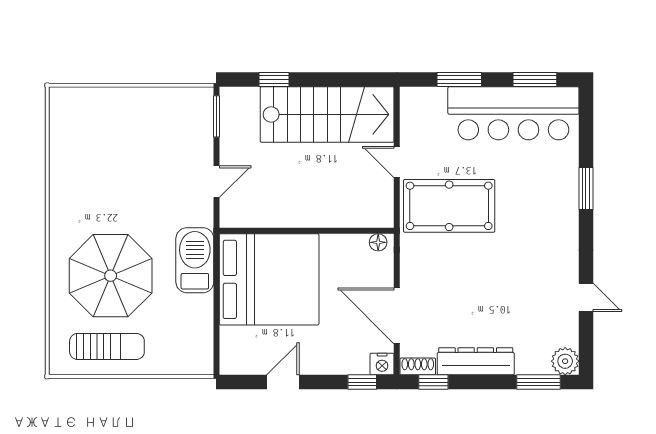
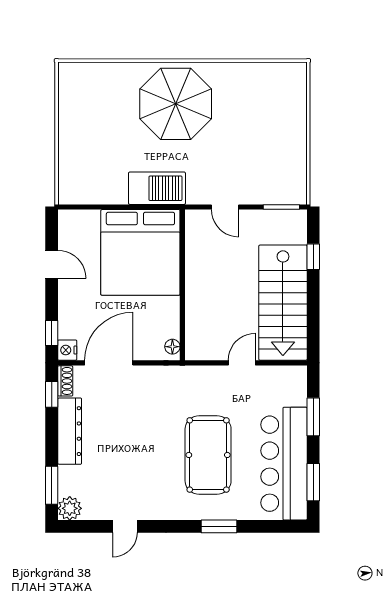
pool table: (449, 206) -> (208, 455), moved
parasol: (111, 276) -> (176, 104), moved
sun lounger: (107, 346) -> (82, 112), removed

